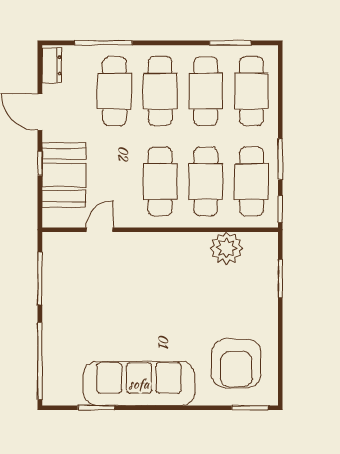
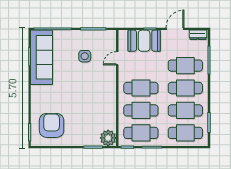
door: (100, 230) -> (117, 58), swing flipped
plant: (226, 248) -> (108, 138), moved
side table: (95, 296) -> (85, 56), added
armchair: (236, 363) -> (52, 125), turned 90
sofa: (139, 384) -> (42, 57), moved

